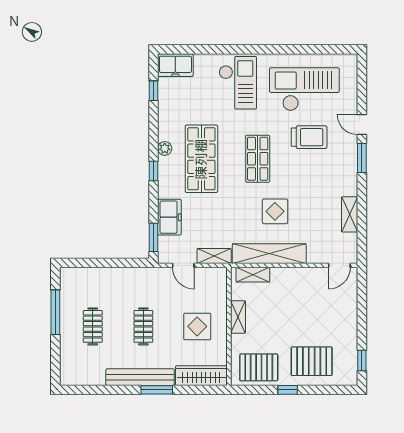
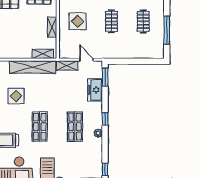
shop shelf: (201, 159) -> (75, 127), width x0.70, depth x0.74
display table: (275, 211) -> (16, 96), moved

